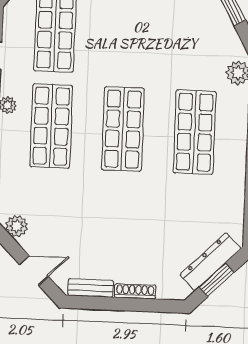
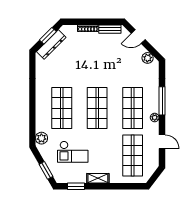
checkout: (176, 43) -> (73, 152), added

